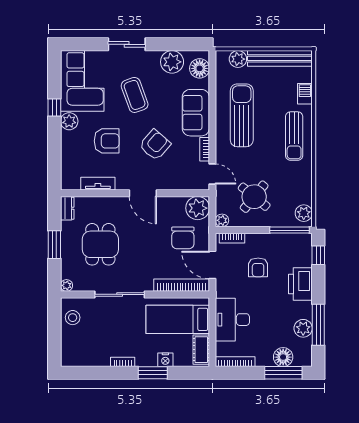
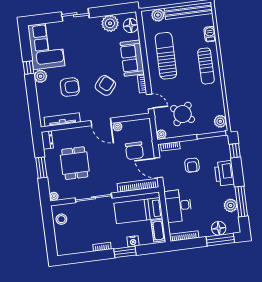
coffee table: (135, 95) -> (86, 51), removed
tv unit: (98, 184) -> (62, 120), width x1.41
plant: (198, 208) -> (118, 127), moved, width x0.53, depth x0.53

